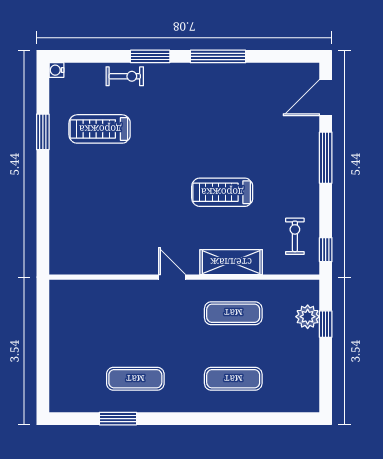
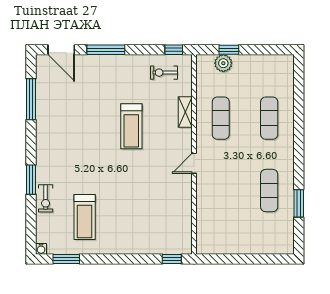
window: (218, 56) -> (31, 99), moved
exercise bike: (125, 76) -> (46, 198), turned 180
window: (43, 132) -> (66, 259), moved
window: (43, 247) -> (172, 259), added
shelving: (231, 262) -> (185, 112), width x0.67, depth x0.75

